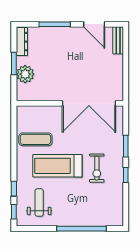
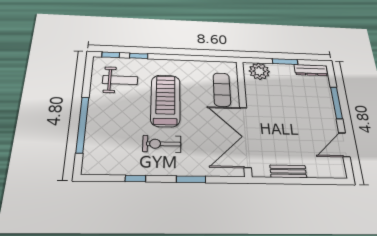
bench: (118, 40) -> (288, 171), moved
plant: (25, 74) -> (259, 71), moved
exercise mat: (35, 139) -> (222, 90), moved
window: (126, 175) -> (135, 179), moved

